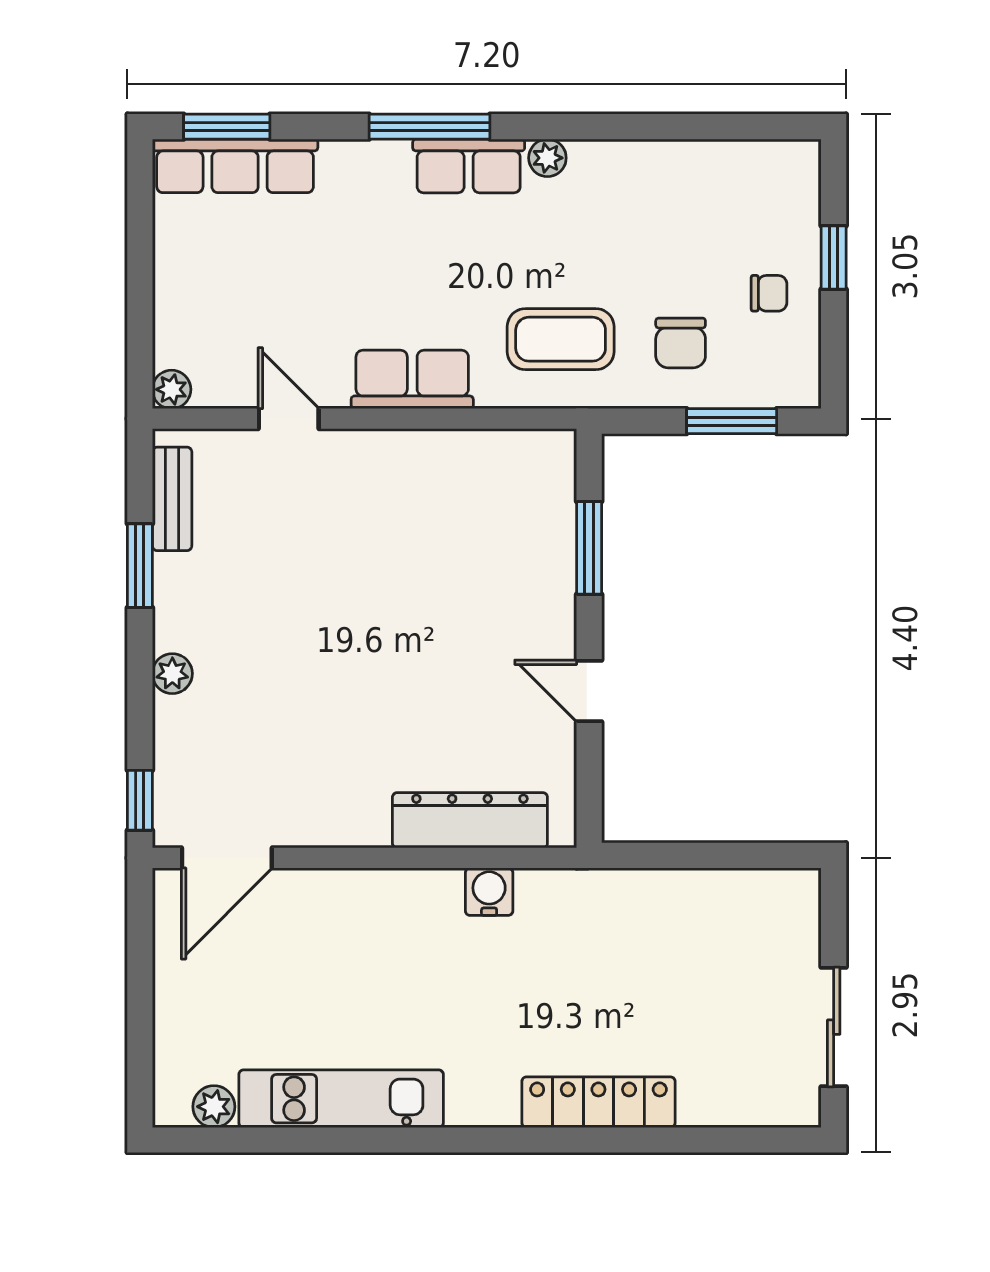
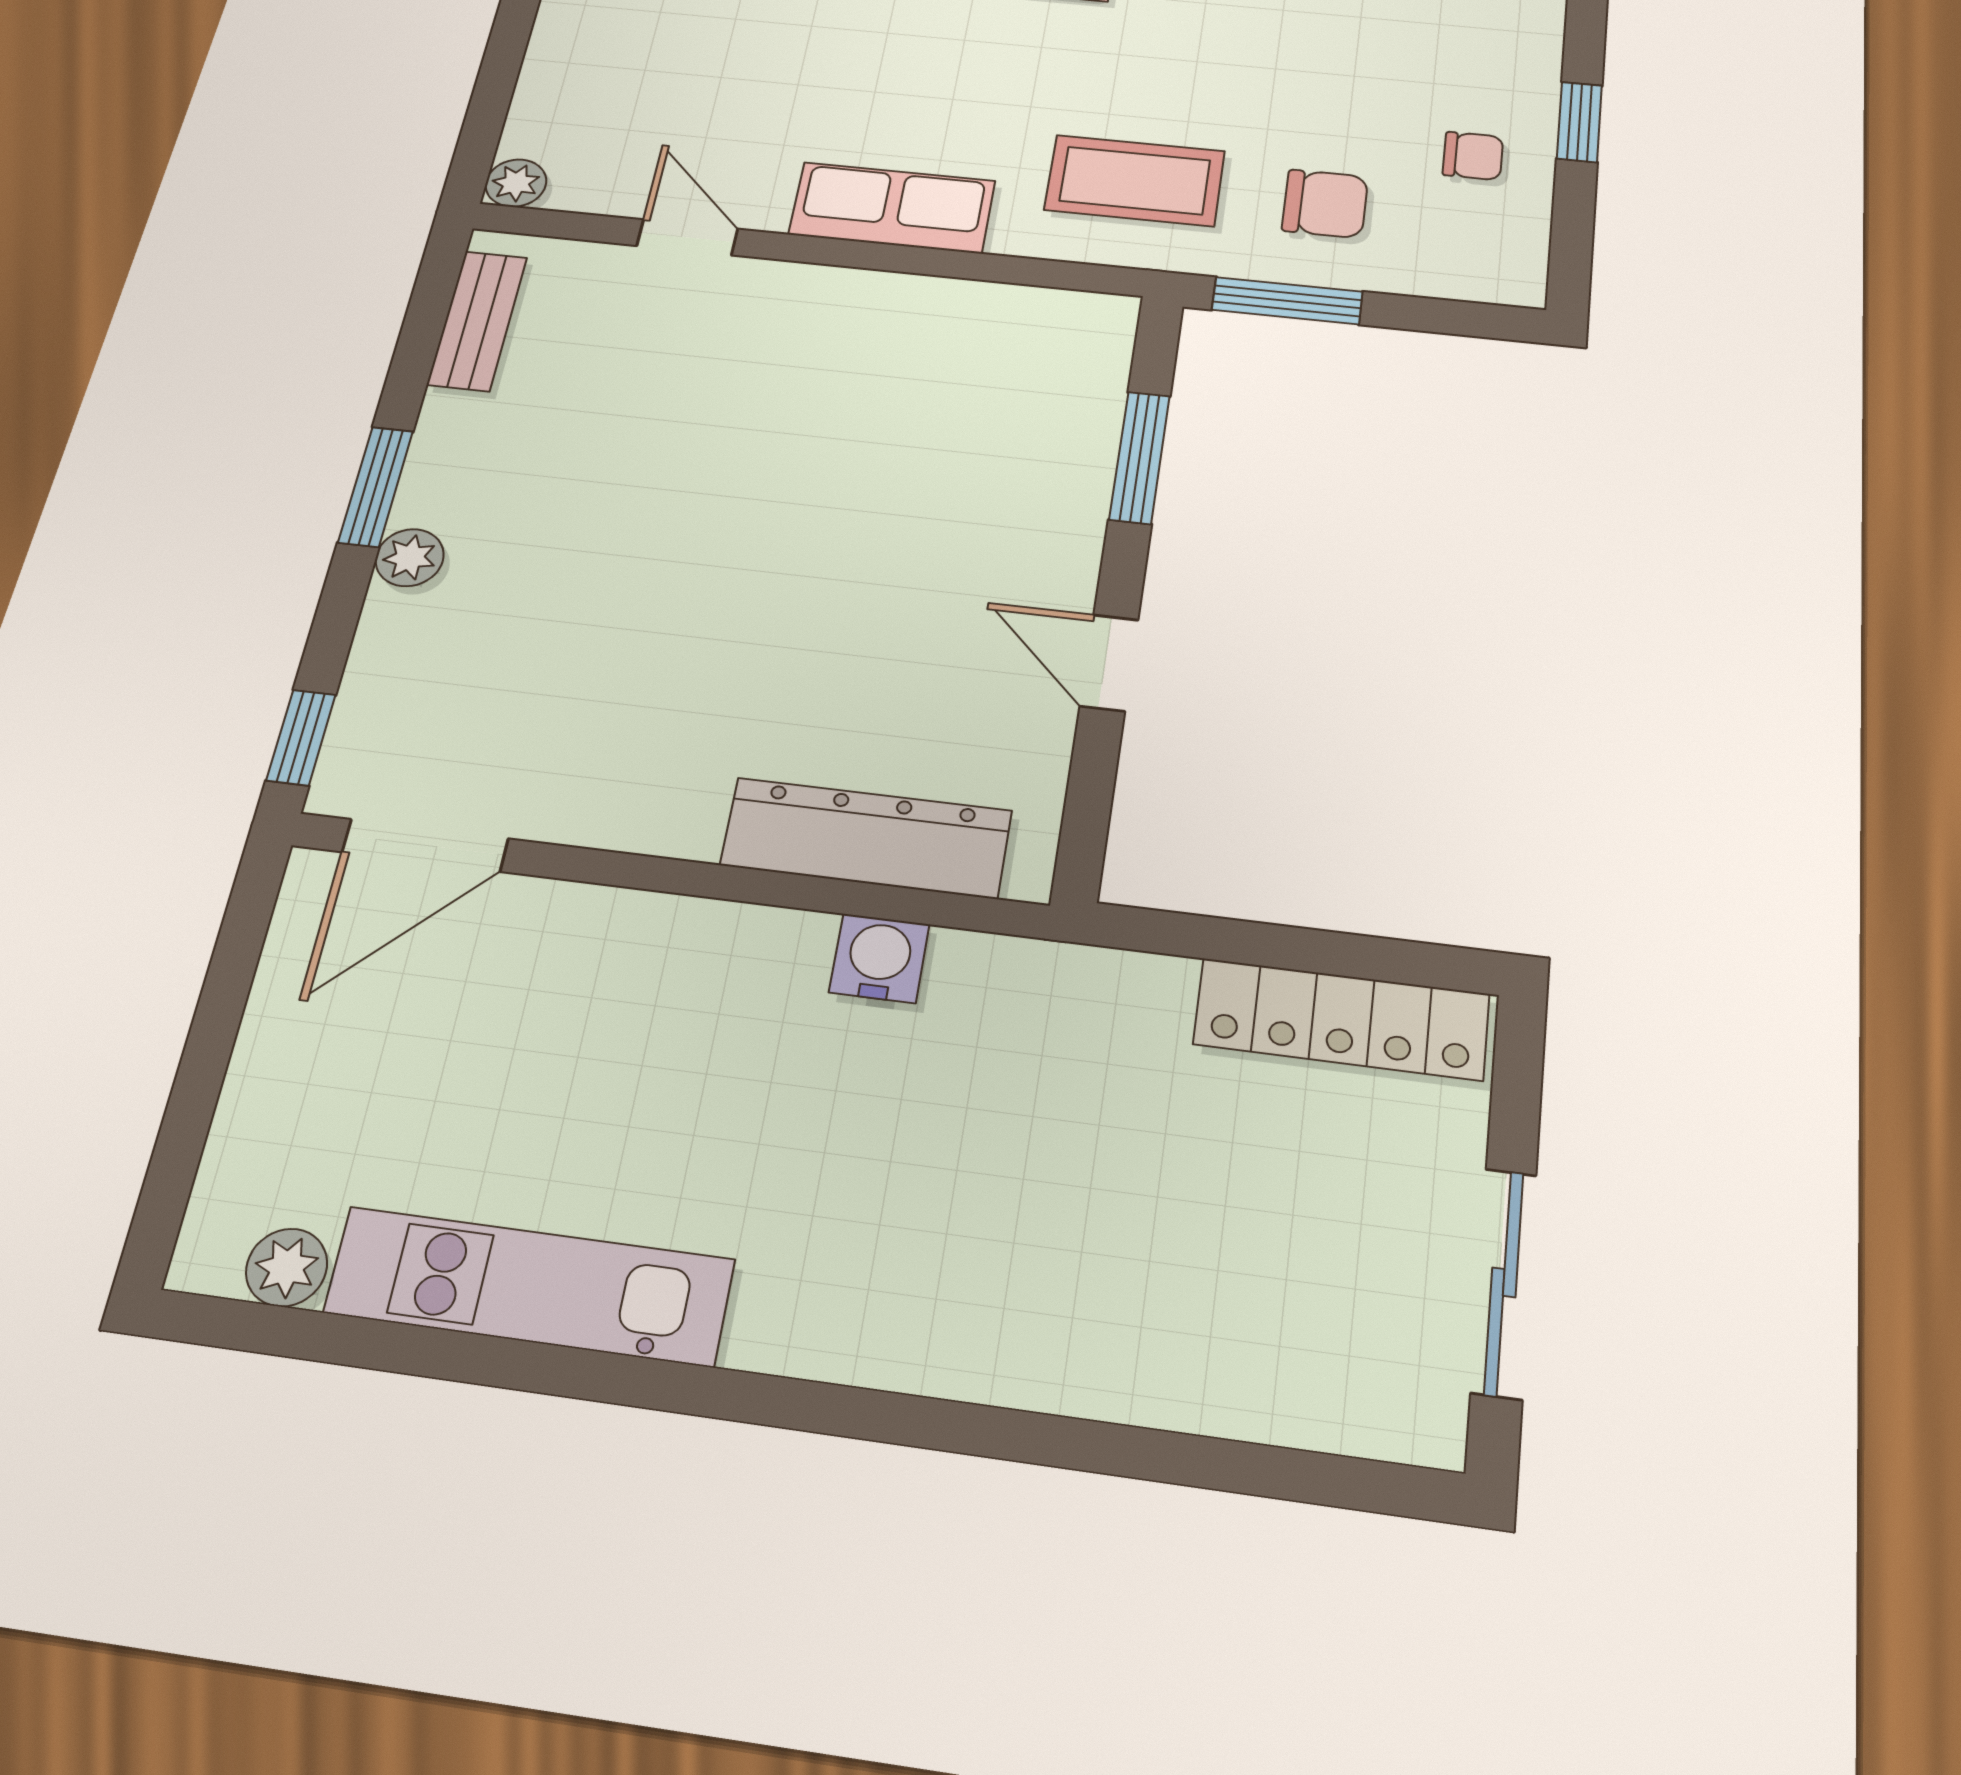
chair: (681, 343) -> (1325, 204), turned -90
window: (732, 421) -> (1287, 301), moved
window: (140, 566) -> (376, 487), moved
locker: (598, 1102) -> (1342, 1019), moved, turned 180

